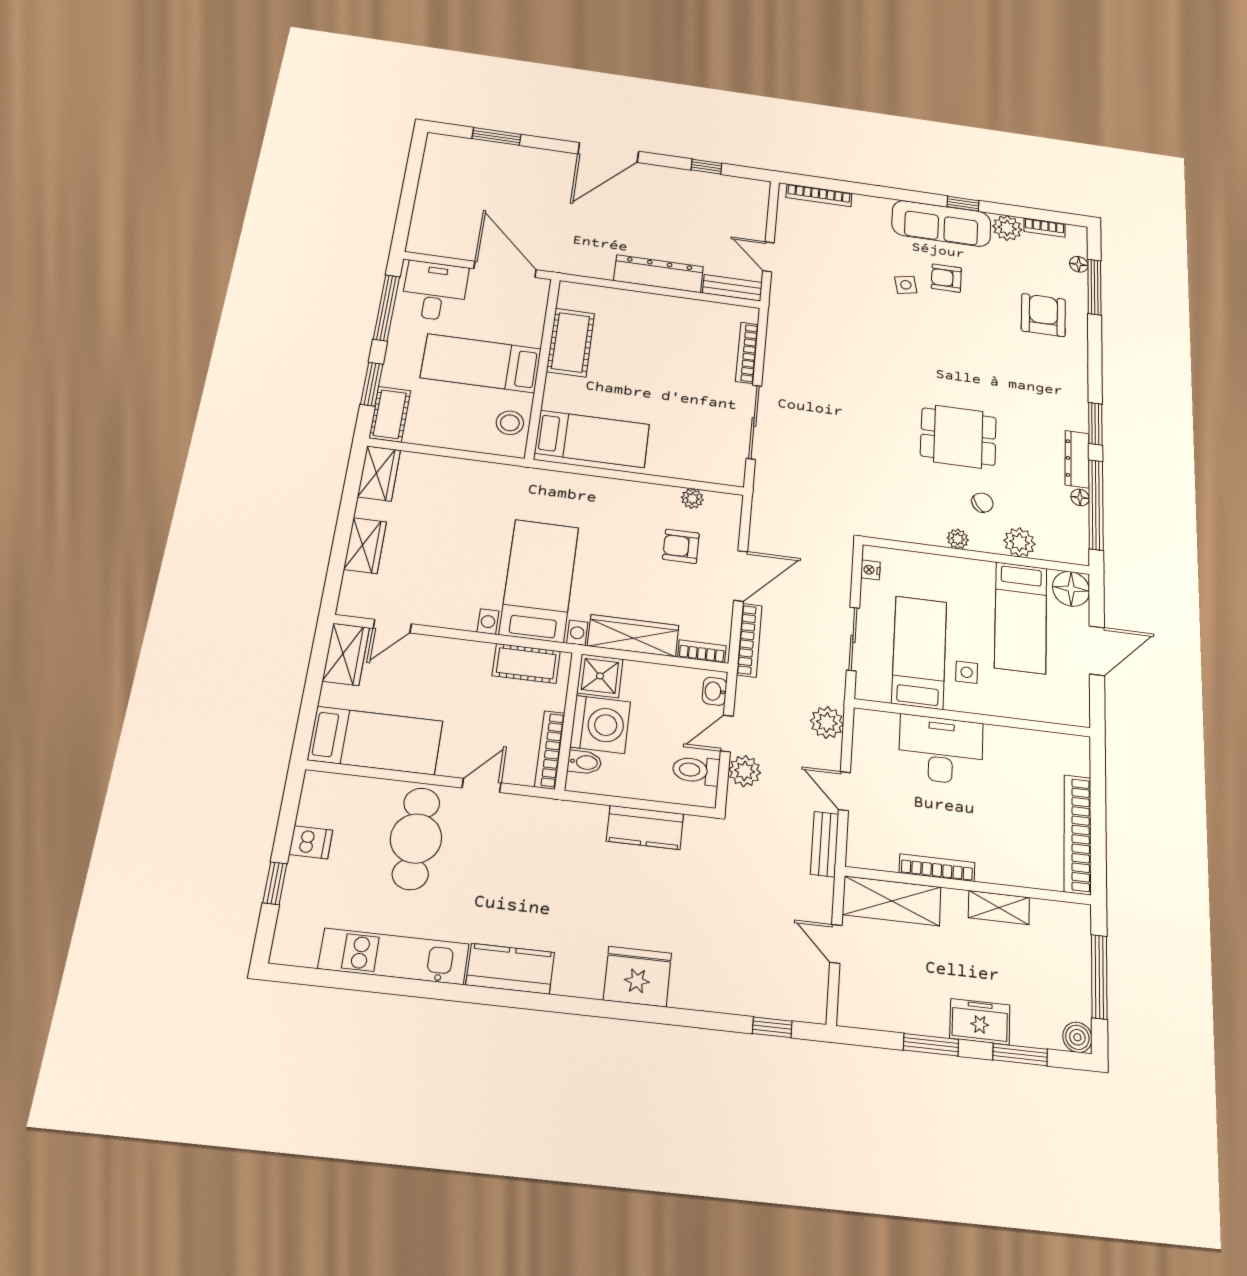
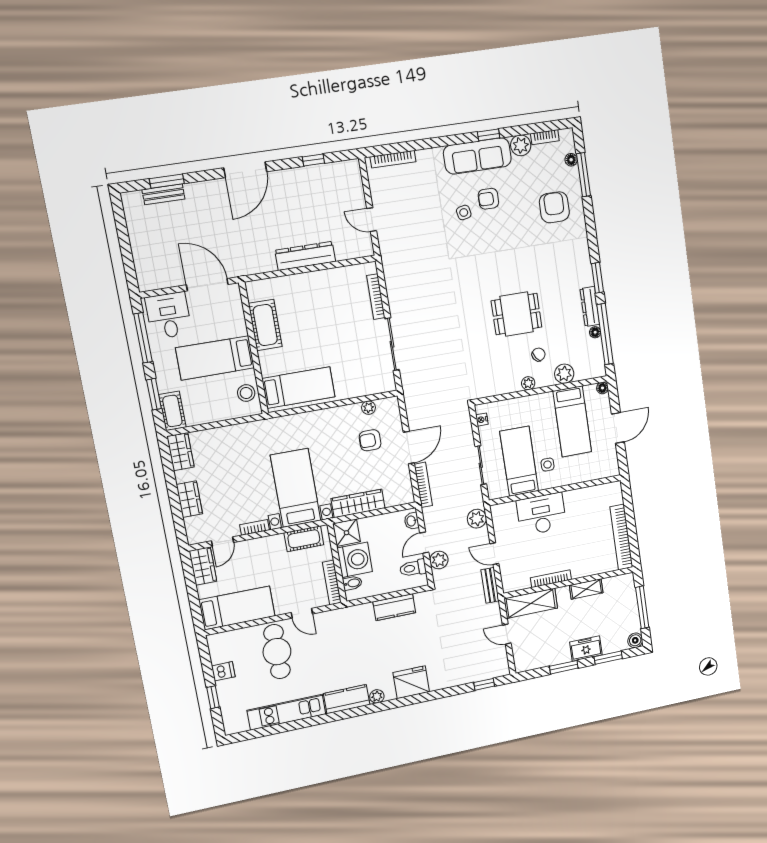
bench: (732, 288) -> (163, 194), moved
floor lamp: (1071, 589) -> (602, 388), width x0.53, depth x0.53
bookcase: (702, 651) -> (255, 527), moved
door: (482, 785) -> (302, 613), swing flipped
plant: (567, 982) -> (377, 696), added

